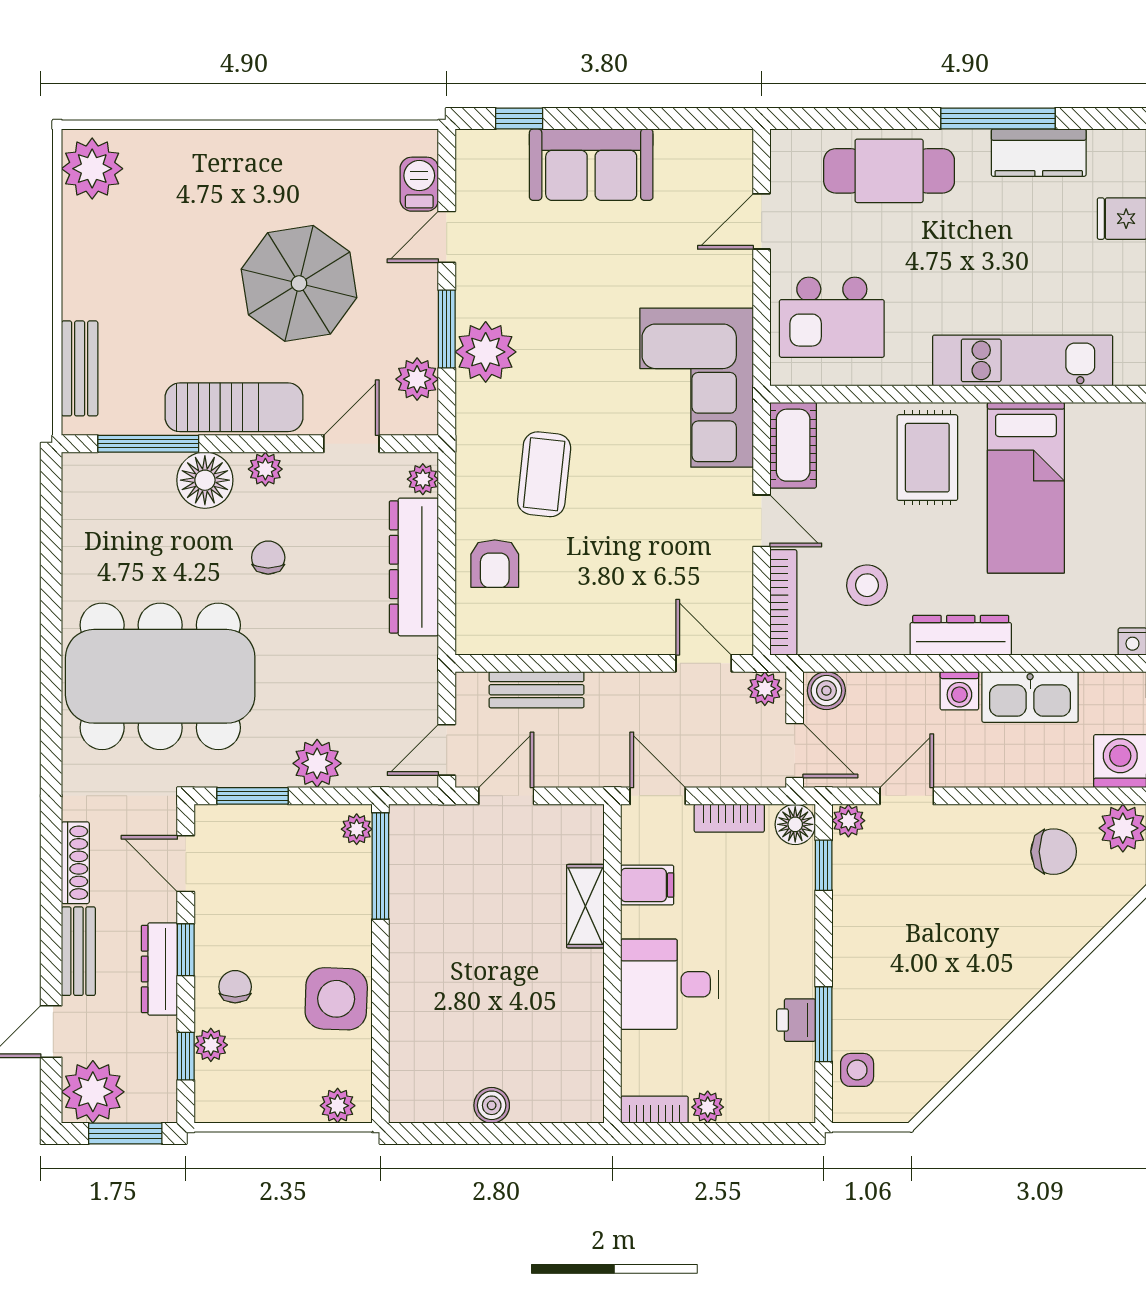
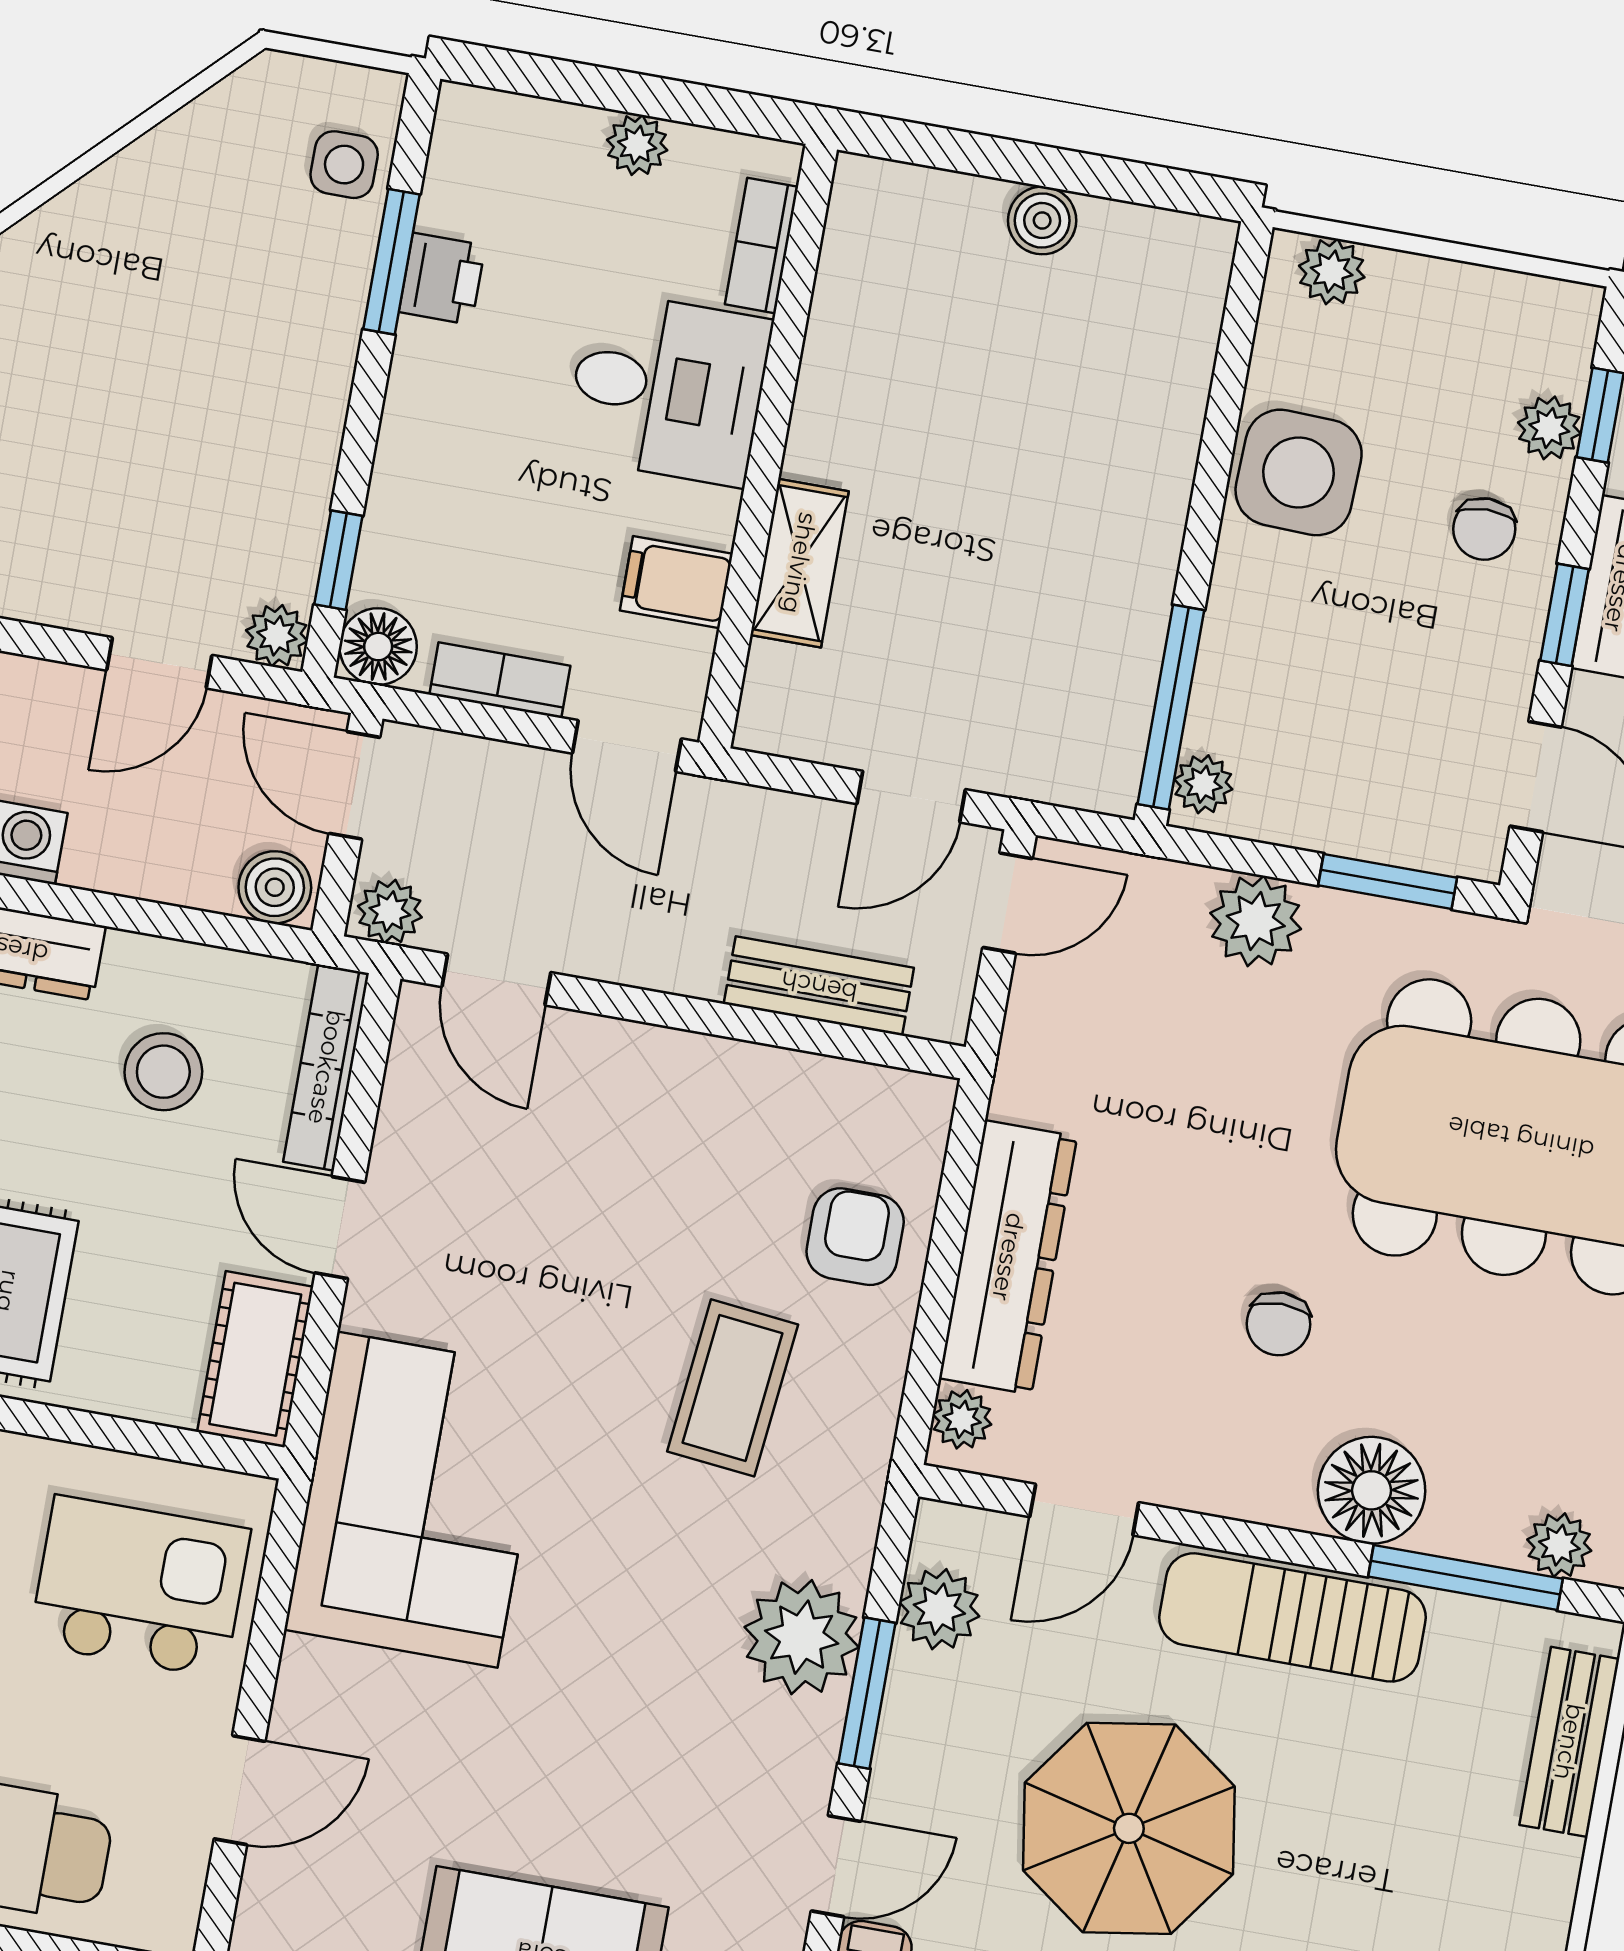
plant: (265, 469) -> (1559, 1545), moved
bookcase: (654, 1110) -> (761, 246), moved, turned 90

